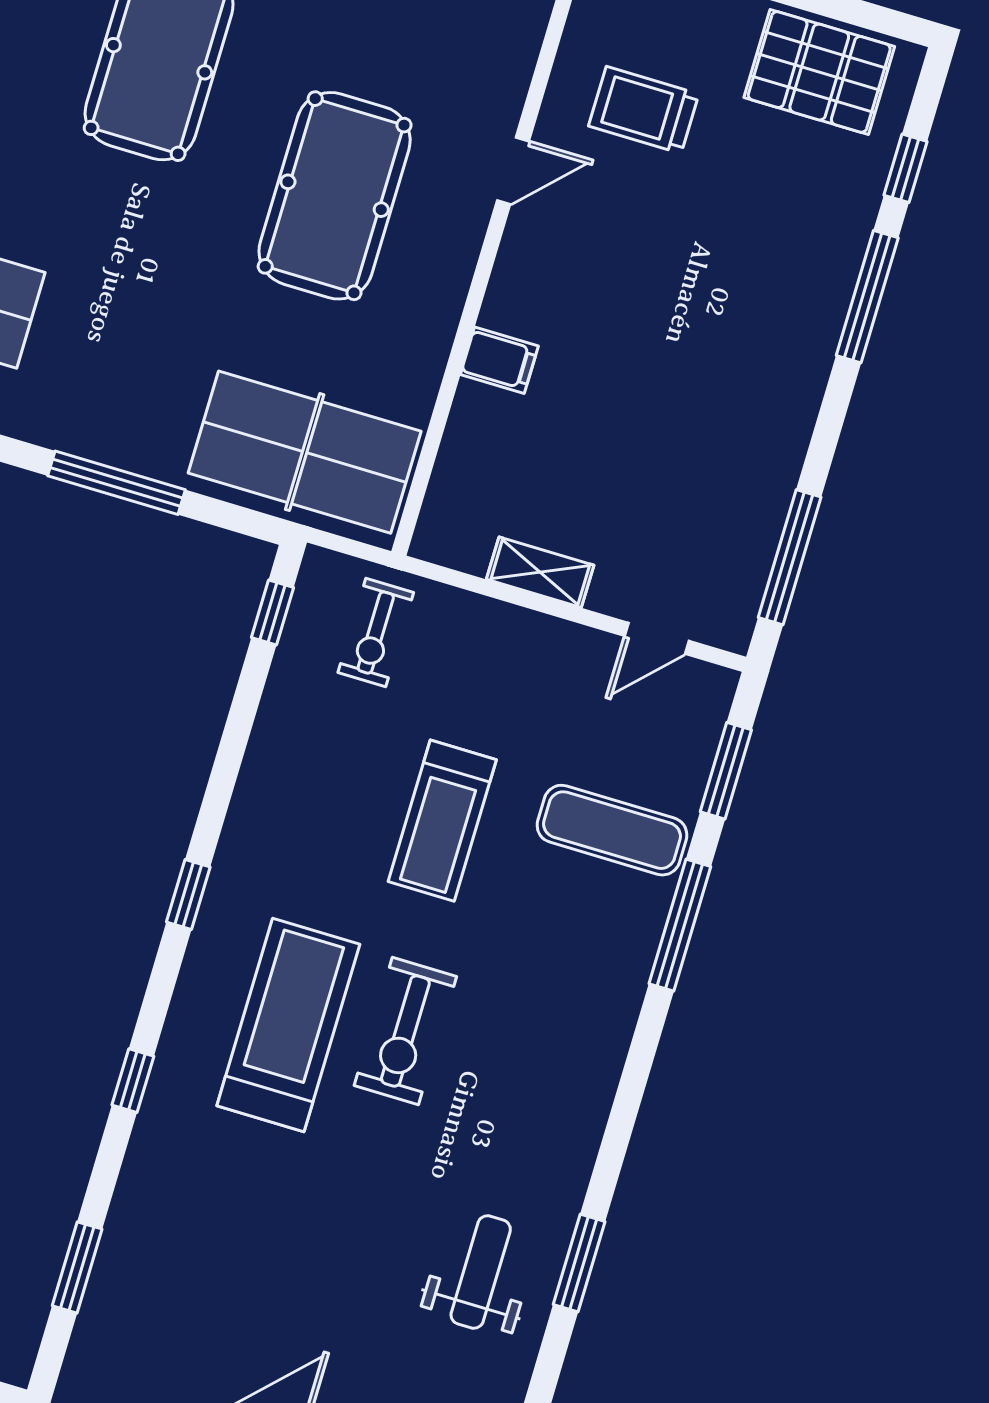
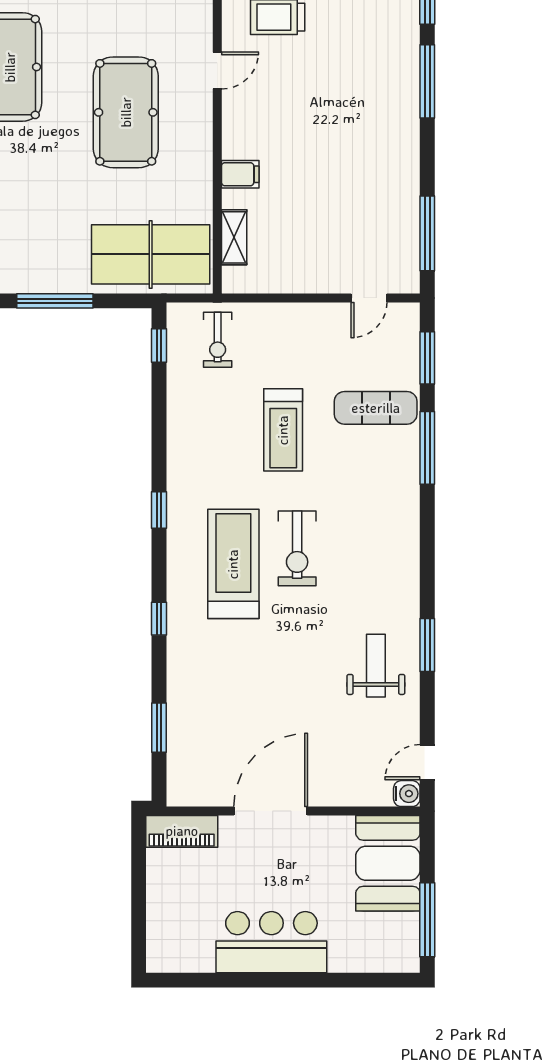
shelving: (540, 572) -> (234, 237), moved, turned 90

